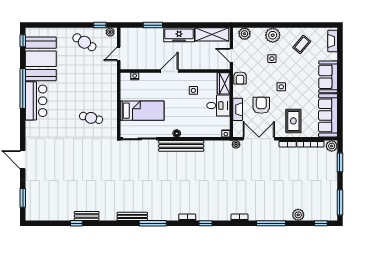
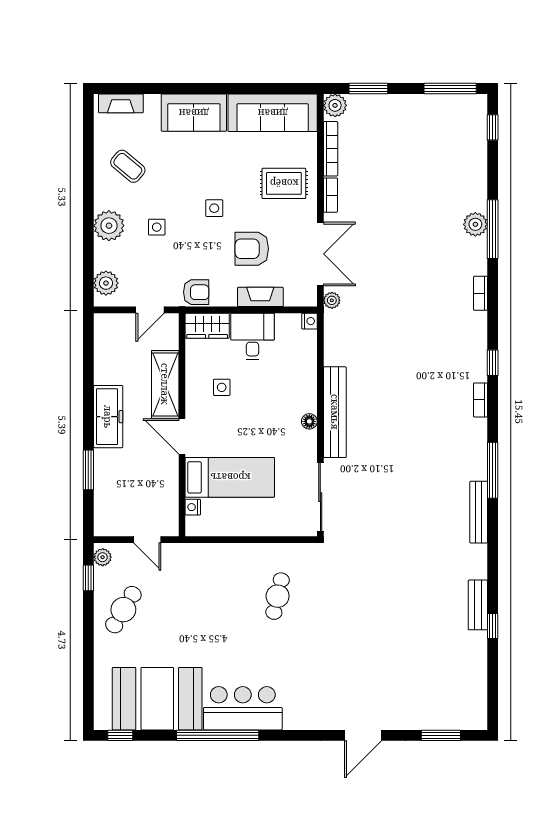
shelving: (212, 34) -> (165, 384), moved
bed: (142, 111) -> (230, 477), moved, turned 90
double door: (259, 139) -> (320, 254), swing flipped
plant: (298, 215) -> (475, 224), moved

